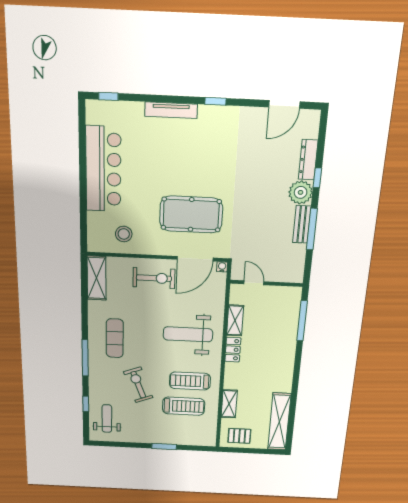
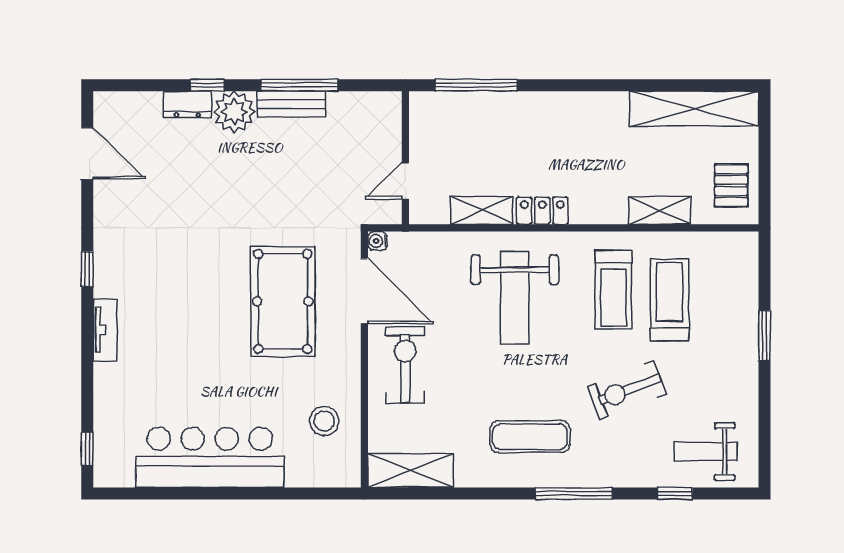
tv unit: (171, 110) -> (105, 330), width x0.71
dresser: (308, 160) -> (187, 104), width x0.70

